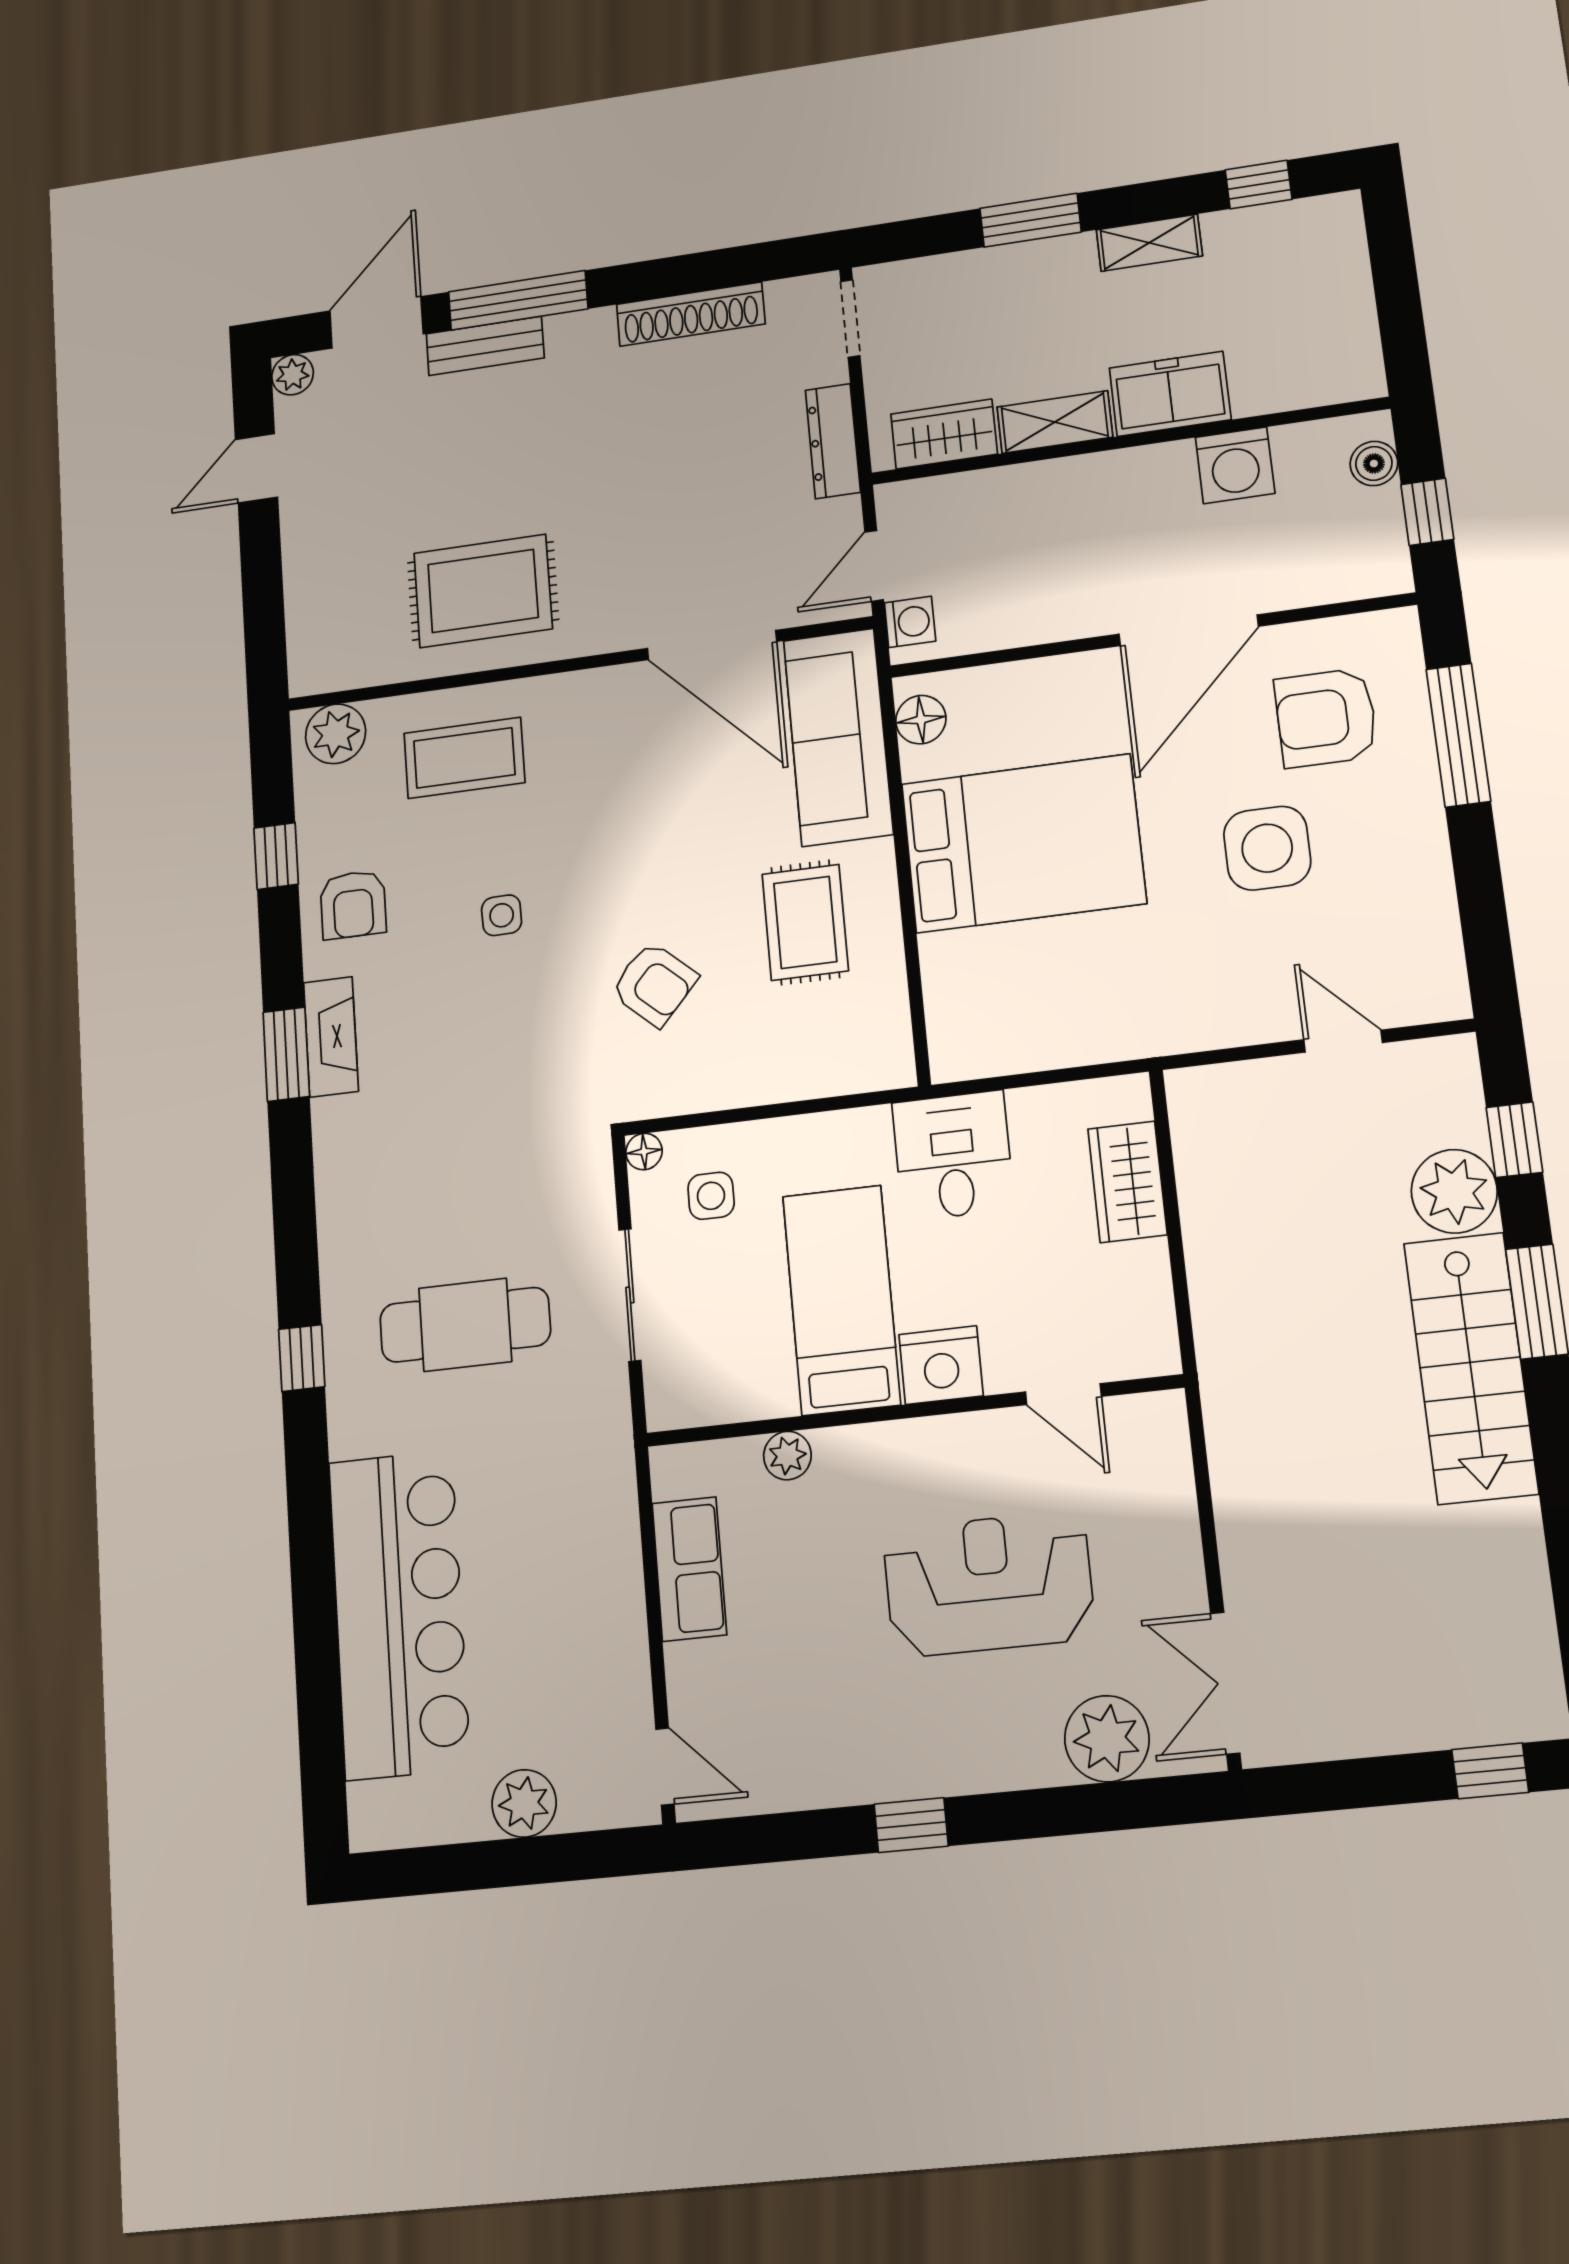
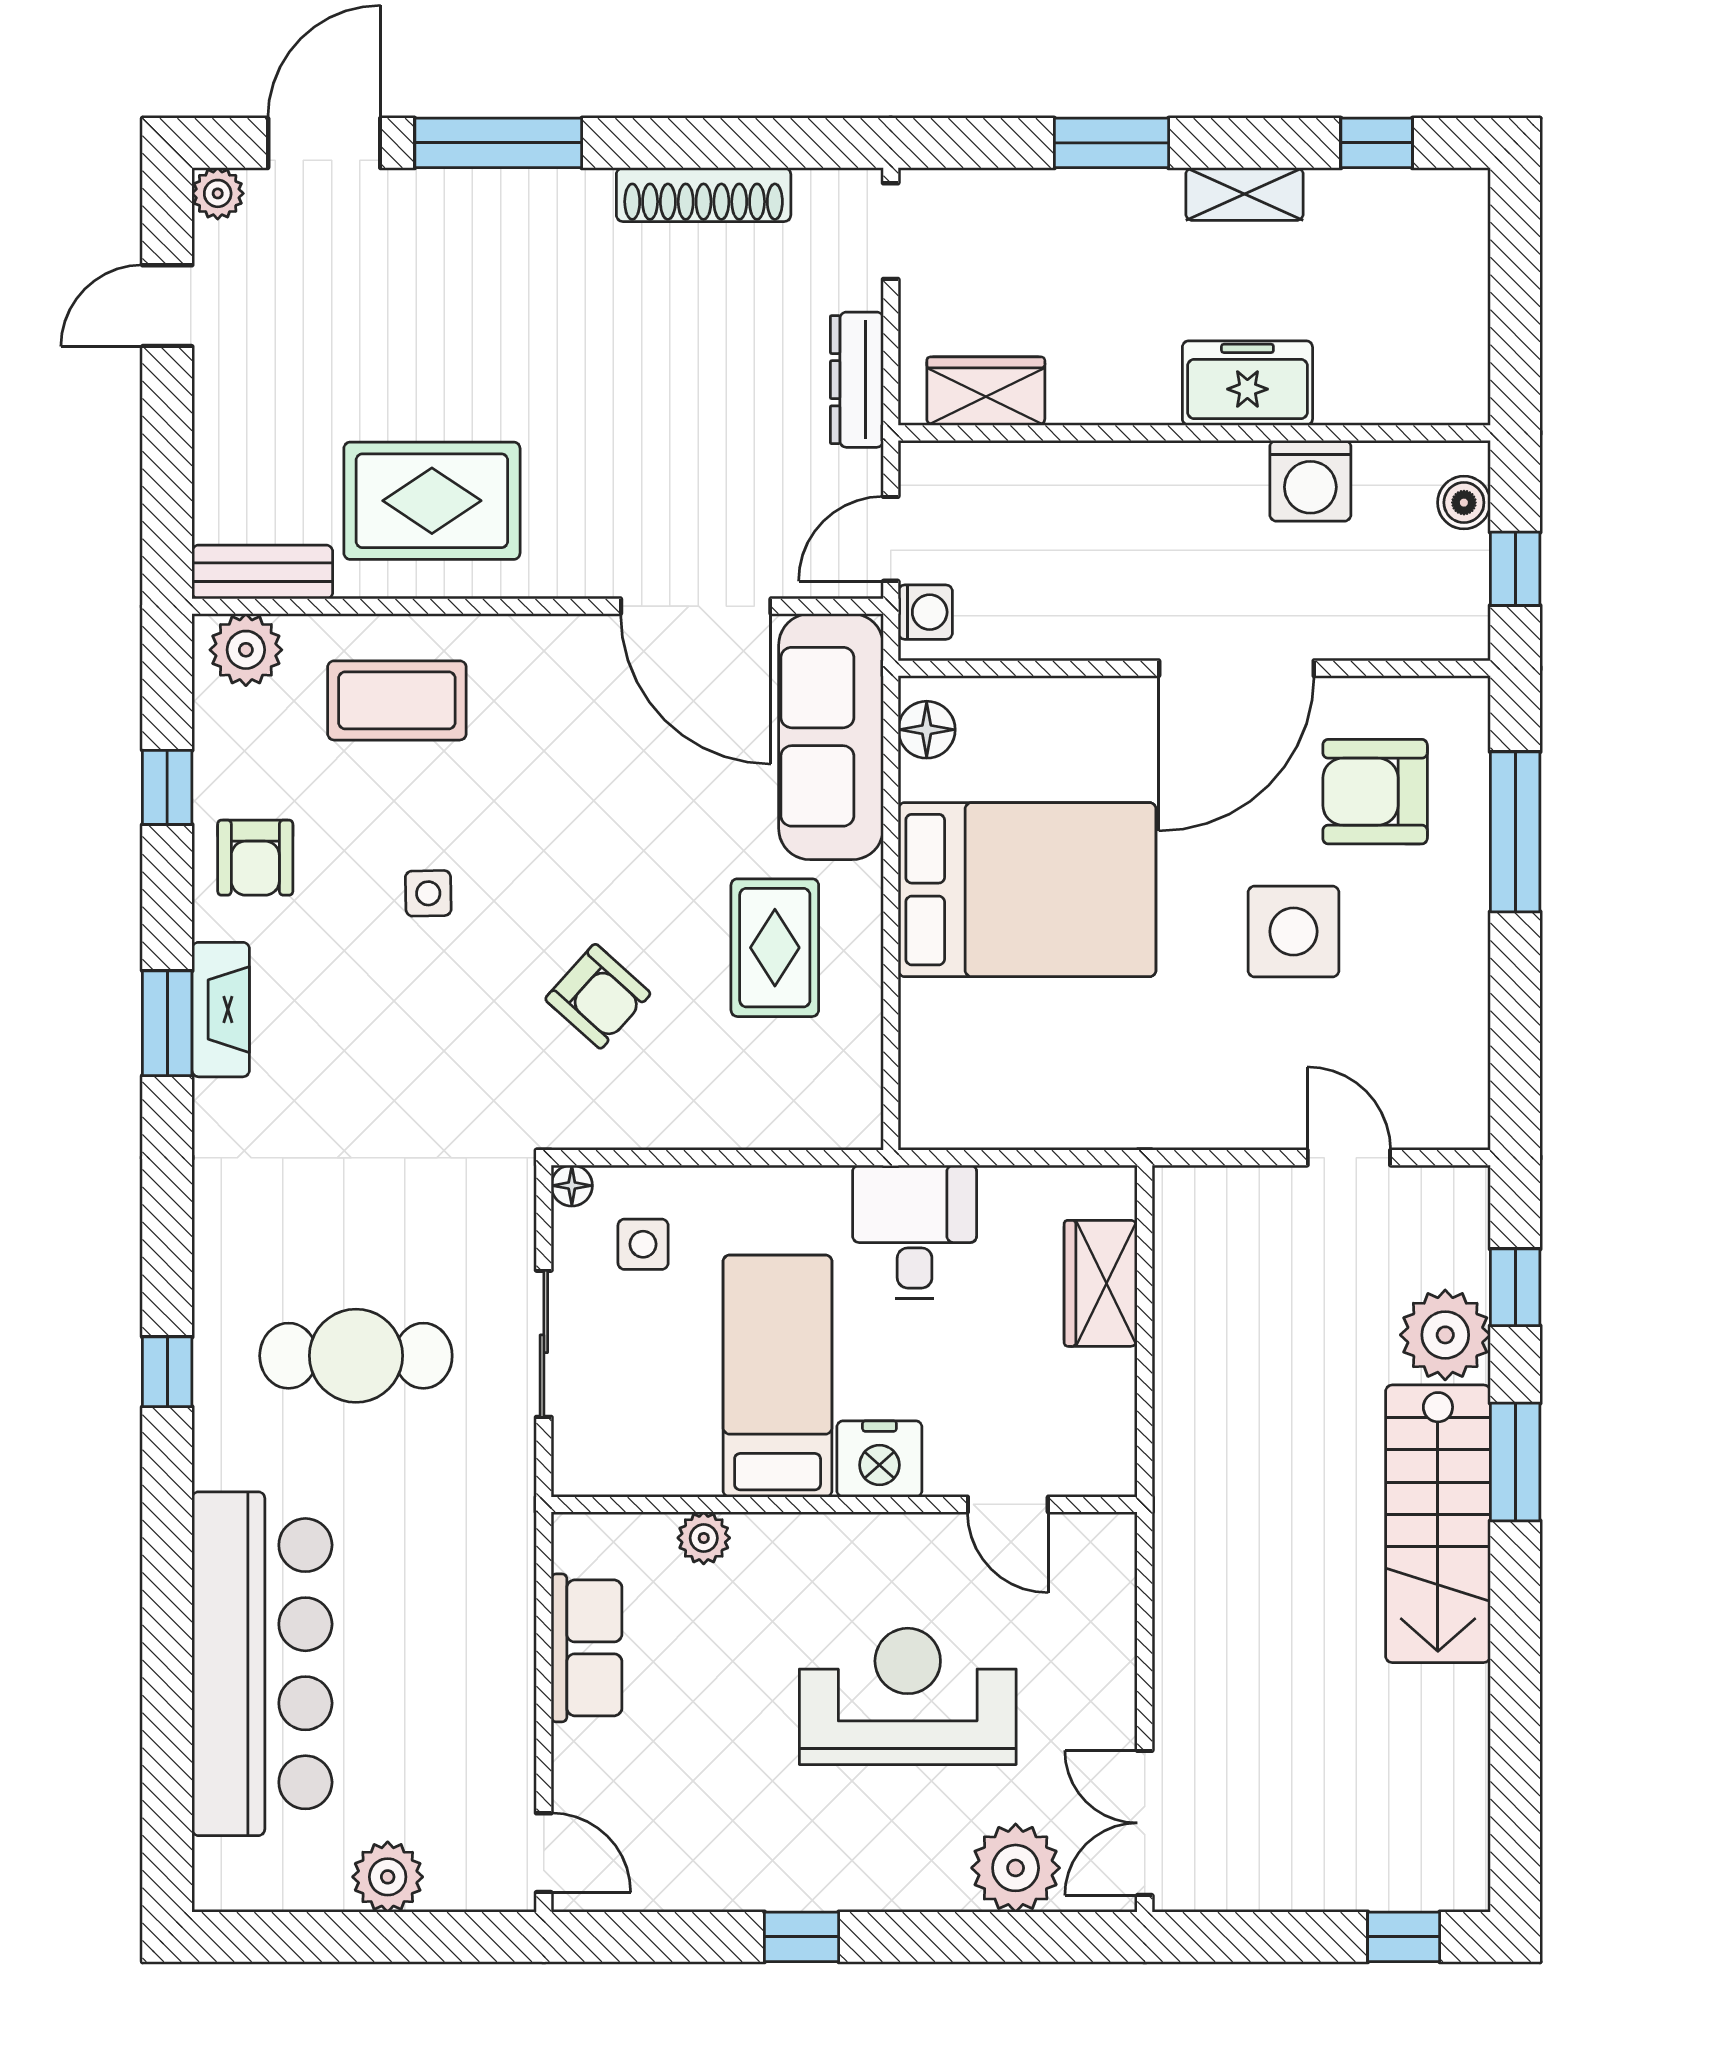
bench: (485, 346) -> (262, 572), moved
shelving: (1055, 422) -> (1114, 397), removed

